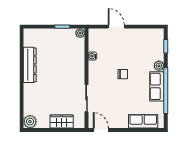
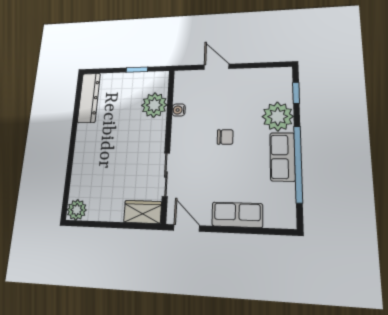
plant: (80, 33) -> (154, 105), moved, width x1.88, depth x1.88
dresser: (30, 65) -> (89, 98), moved
plant: (159, 66) -> (278, 117), width x1.88, depth x1.88
row of seats: (143, 121) -> (237, 215), moved
wardrobe: (62, 122) -> (143, 212), moved

